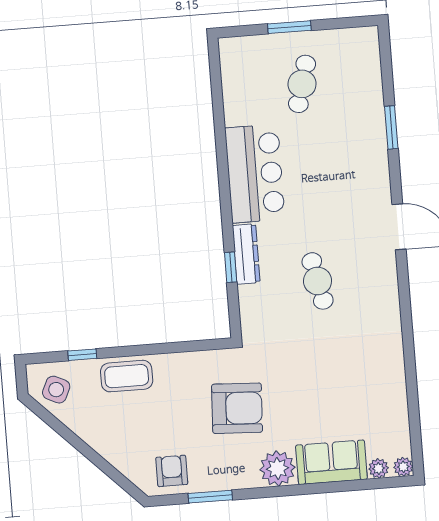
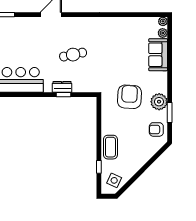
dresser: (246, 254) -> (62, 87), width x0.70
plant: (277, 468) -> (159, 102), moved

